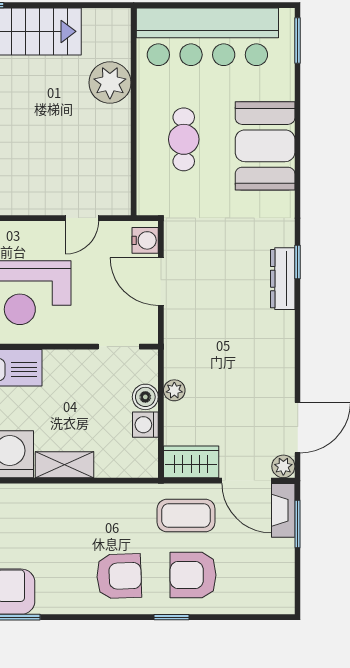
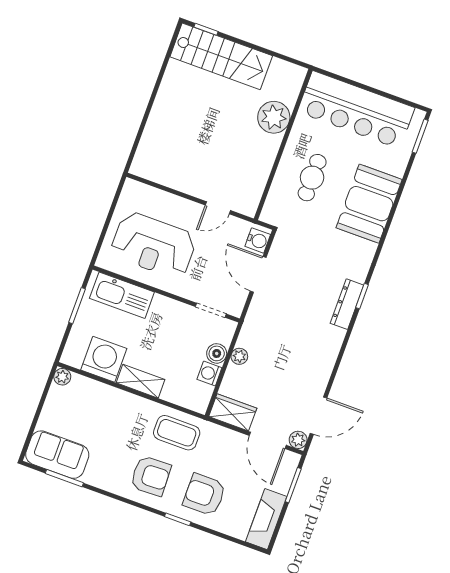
fireplace: (283, 510) -> (266, 519), moved, width x1.37, depth x1.32
coffee table: (186, 516) -> (177, 433), moved

